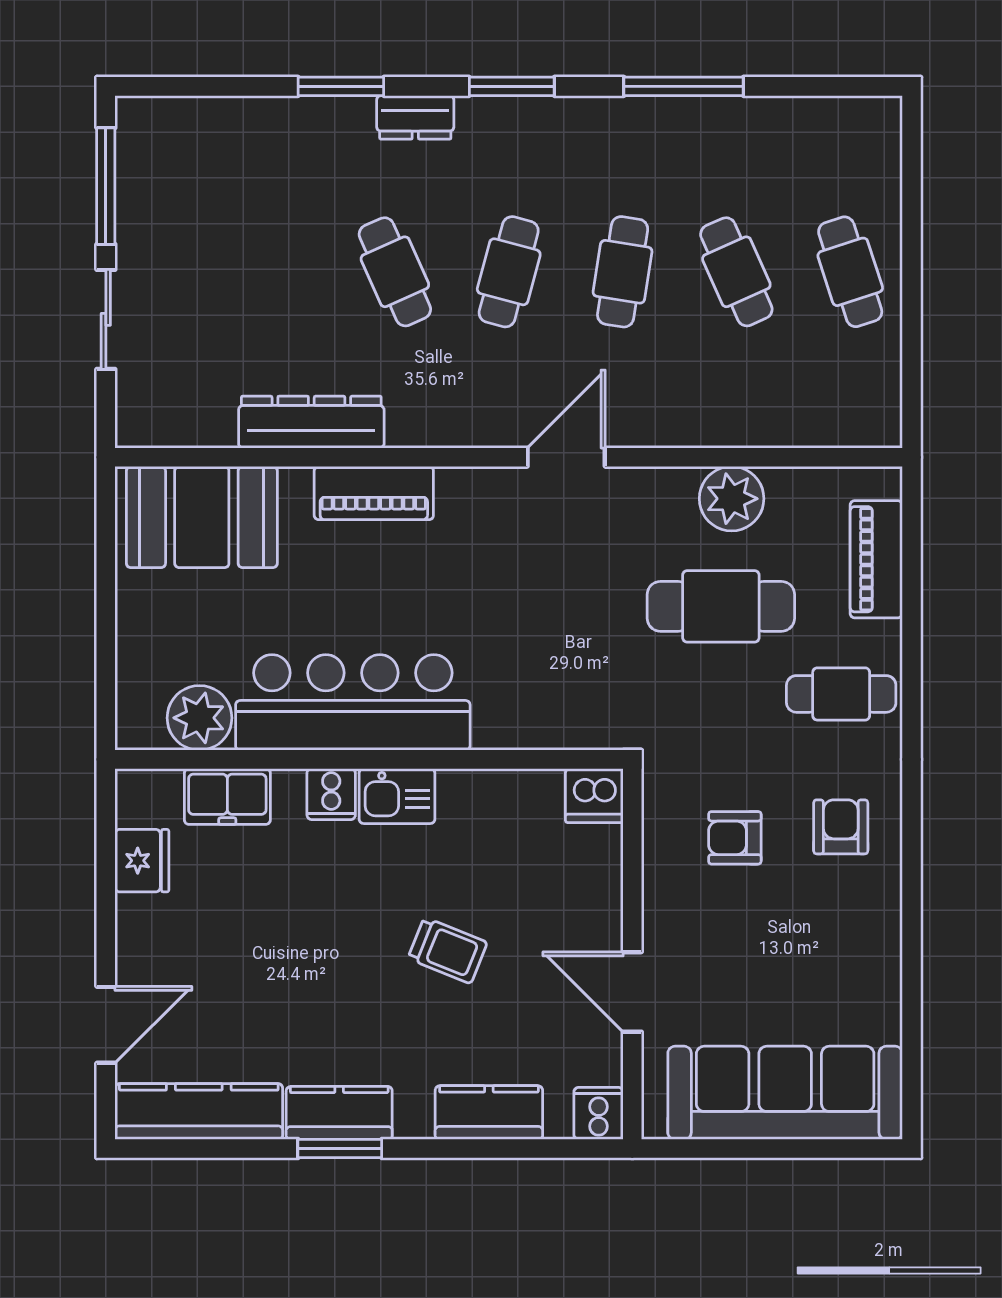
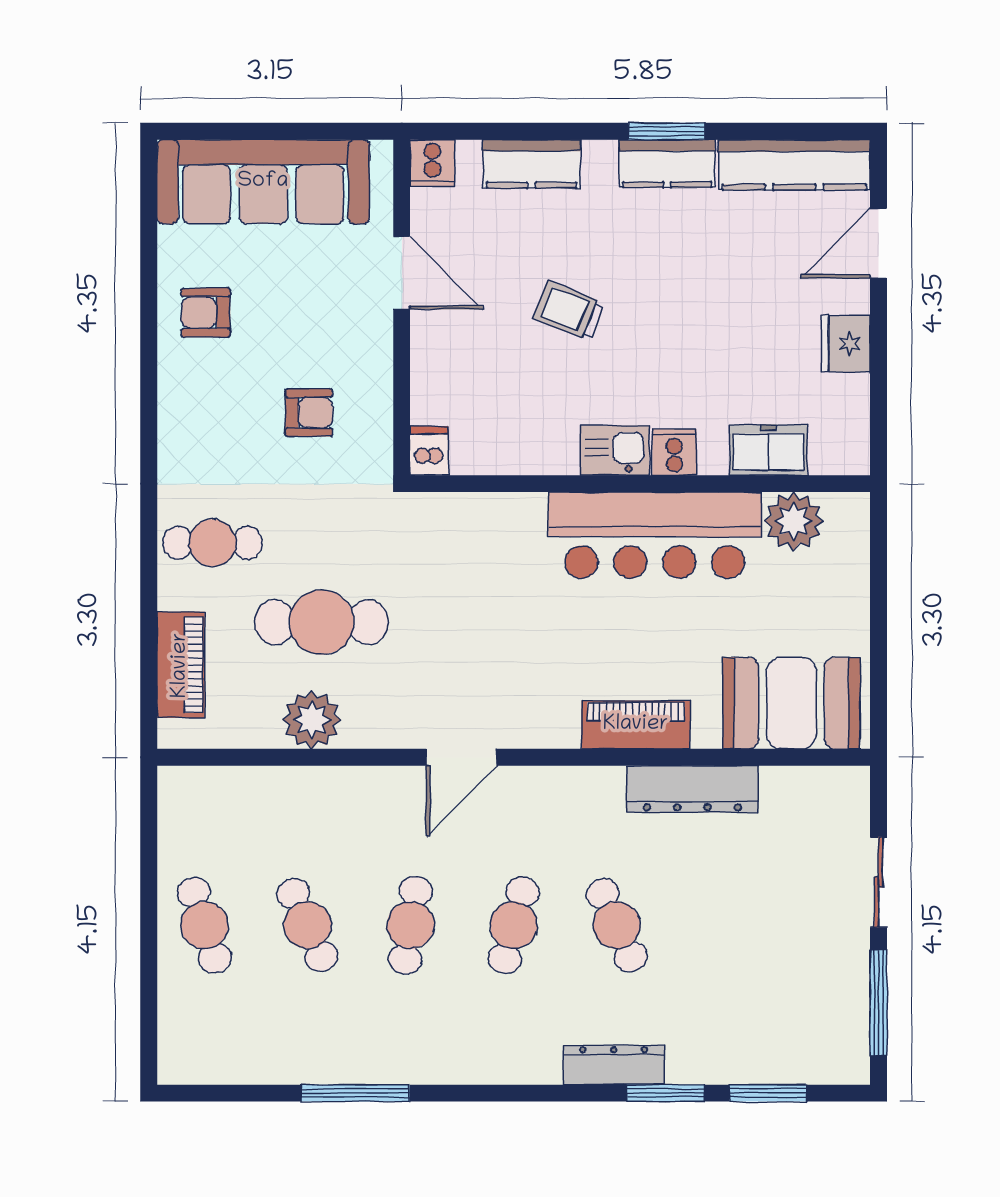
window: (512, 86) -> (768, 1093), moved
dresser: (415, 117) -> (614, 1065), width x1.44
dishwasher: (594, 796) -> (429, 451), width x0.73
armchair: (841, 827) -> (206, 313), moved, turned 90
fridge: (142, 861) -> (846, 344), moved

